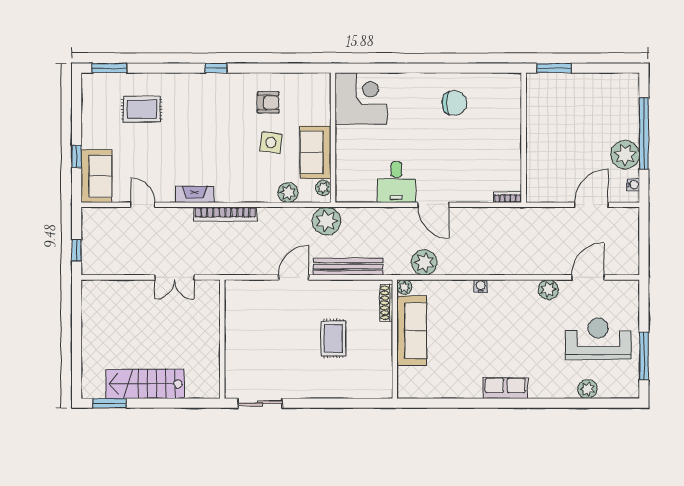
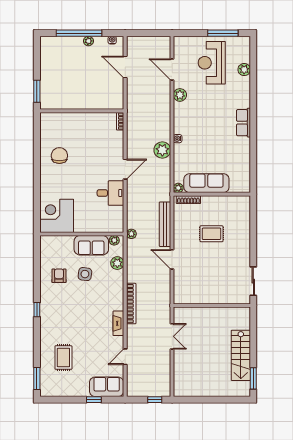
plant: (625, 155) -> (88, 41), width x0.53, depth x0.53
plant: (327, 221) -> (131, 234), width x0.53, depth x0.53
plant: (424, 262) -> (162, 150), moved

